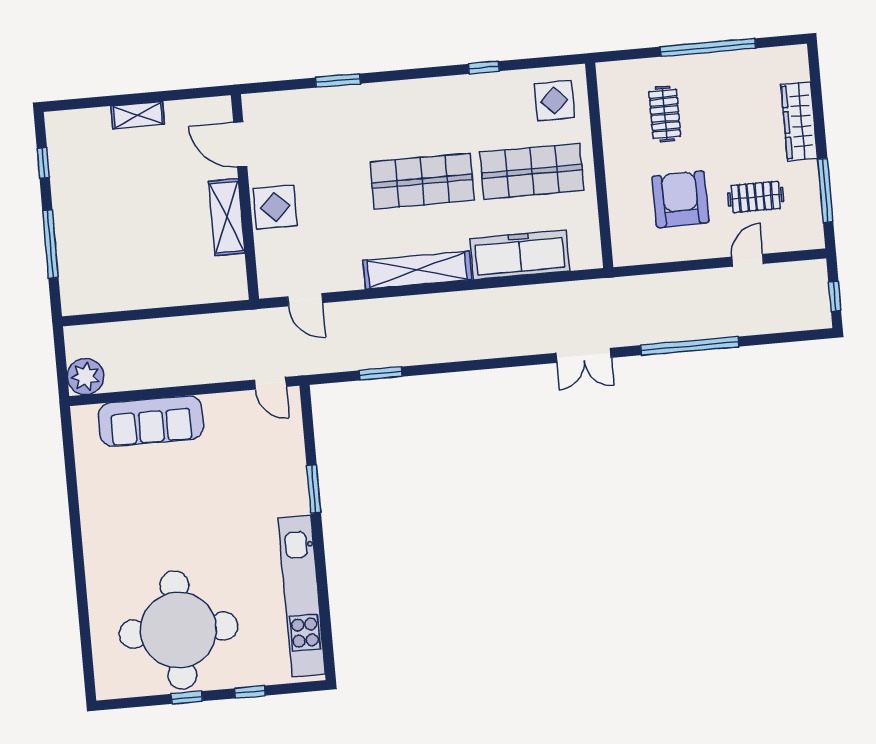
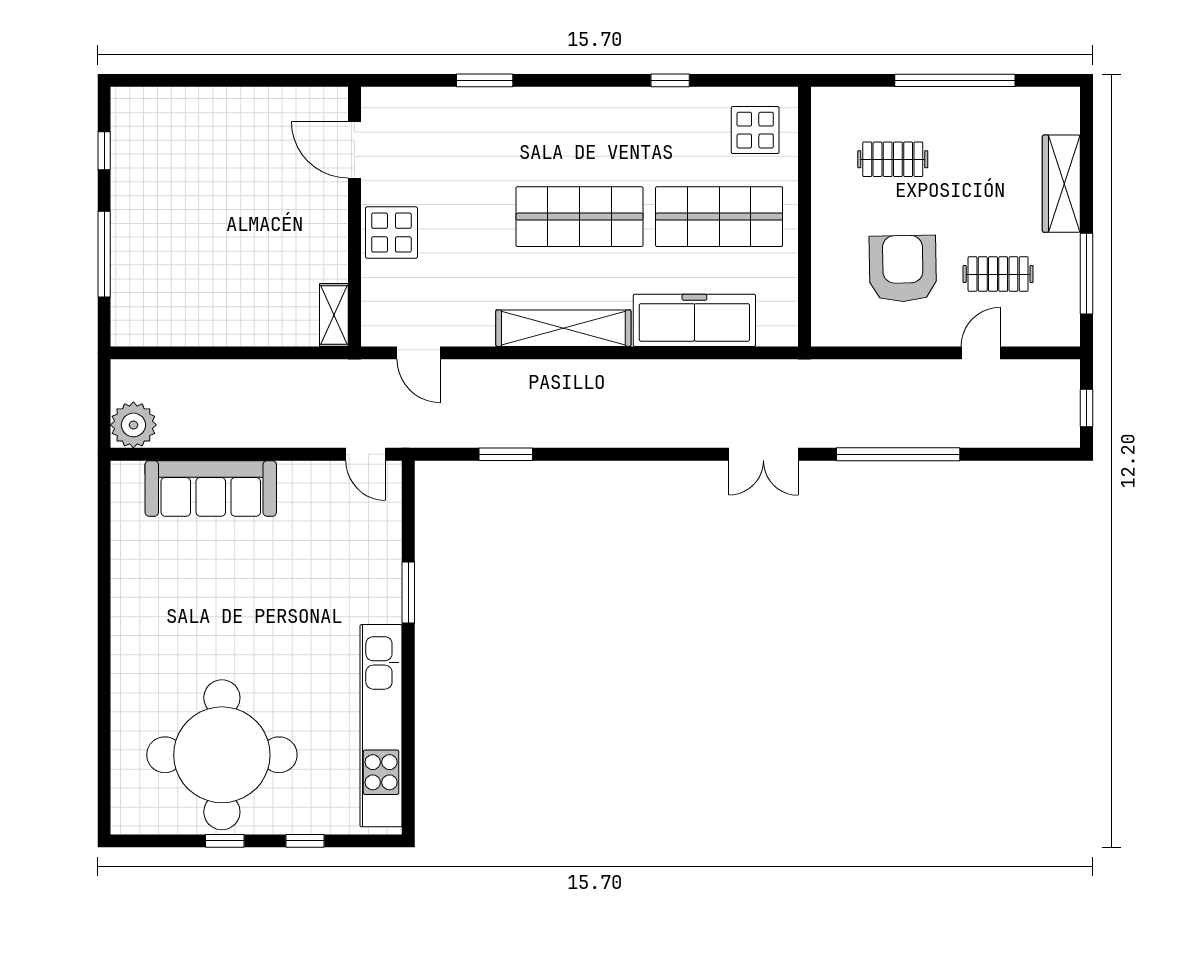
clothes rail: (665, 114) -> (893, 159), turned 90
shelving: (138, 115) -> (229, 101), removed
shelving: (227, 217) -> (334, 315), moved, width x0.67, depth x0.75

